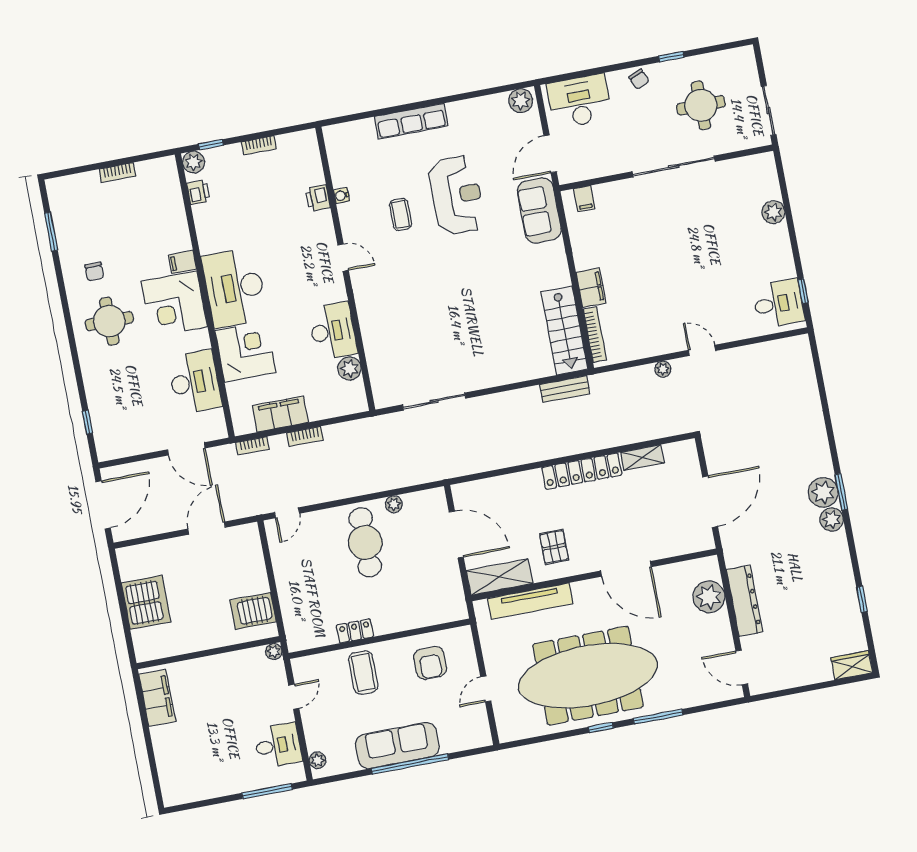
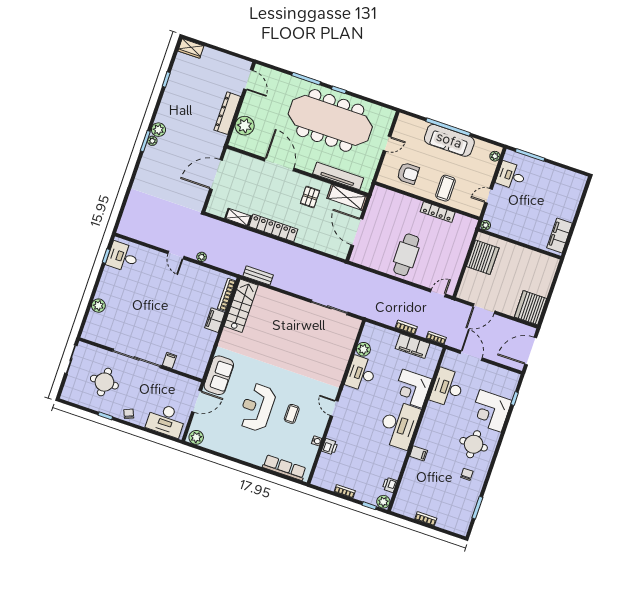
row of seats: (411, 121) -> (284, 468), moved
filing cabinet: (584, 199) -> (170, 360), moved
corner desk: (174, 304) -> (490, 411), moved, turned 180
plant: (823, 492) -> (152, 141), width x0.53, depth x0.53
plant: (394, 504) -> (380, 266), removed
server rack: (146, 602) -> (531, 308), moved
server rack: (253, 611) -> (483, 257), width x1.60
locker: (355, 631) -> (438, 212), width x1.53
armchair: (430, 663) -> (408, 173), turned 90

